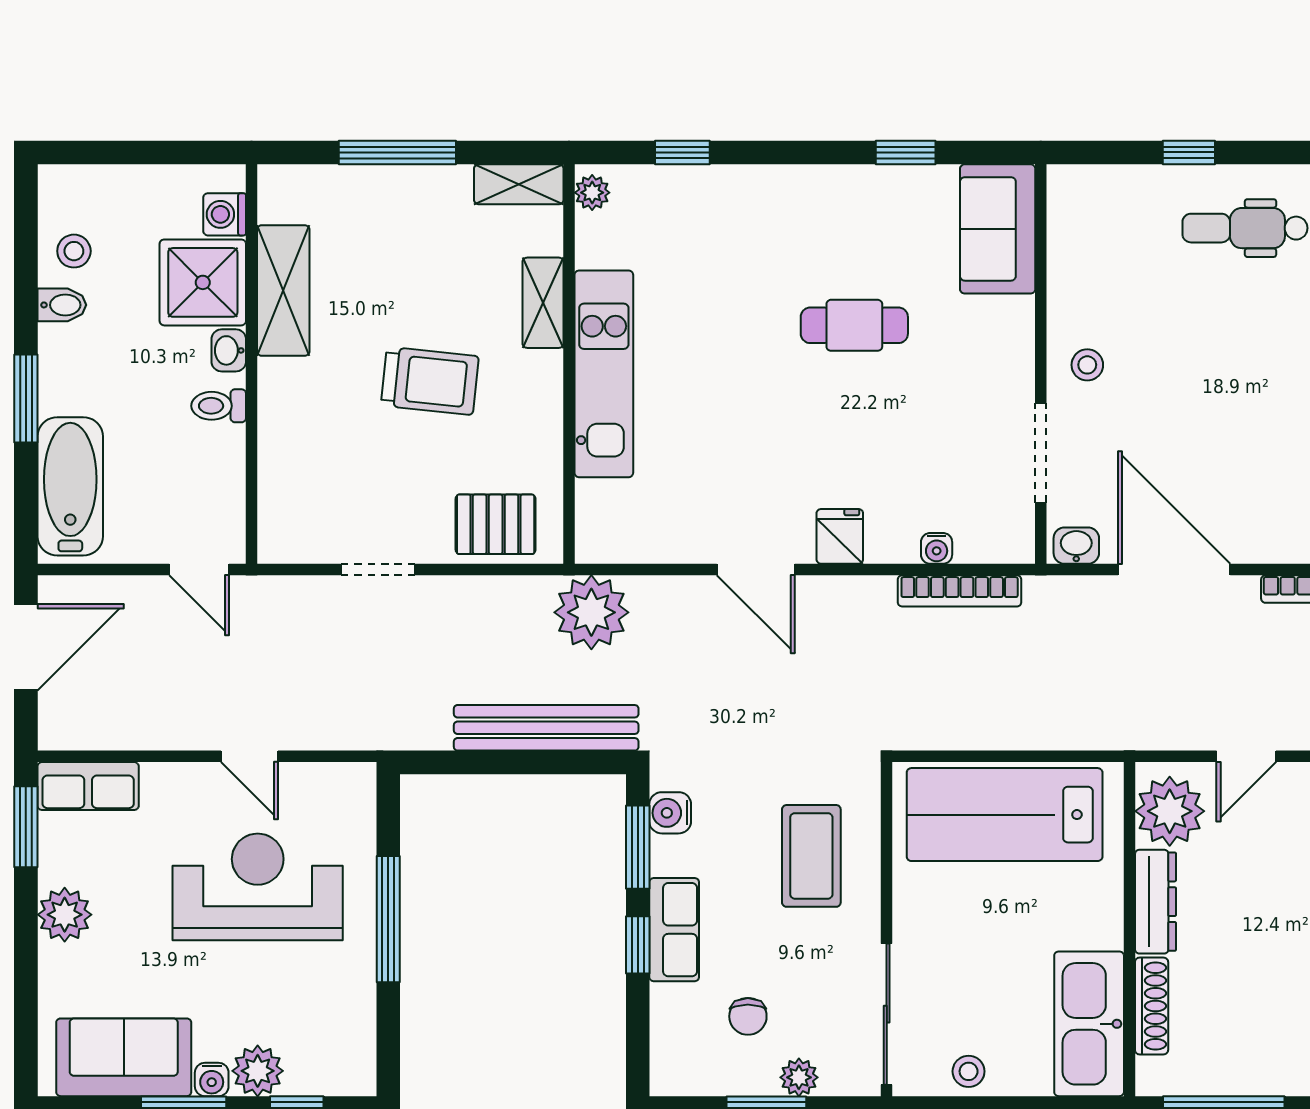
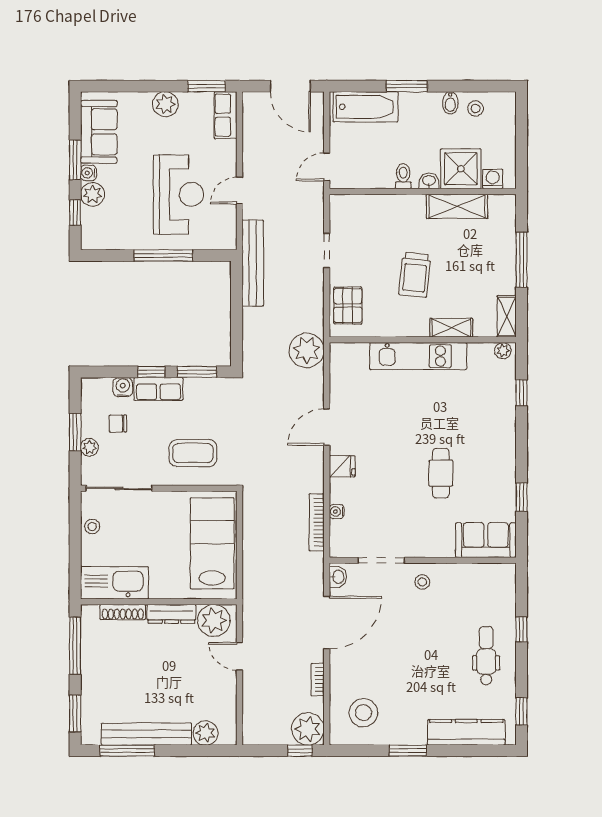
bench: (546, 728) -> (253, 263), moved
water cooler: (670, 813) -> (123, 387), moved

